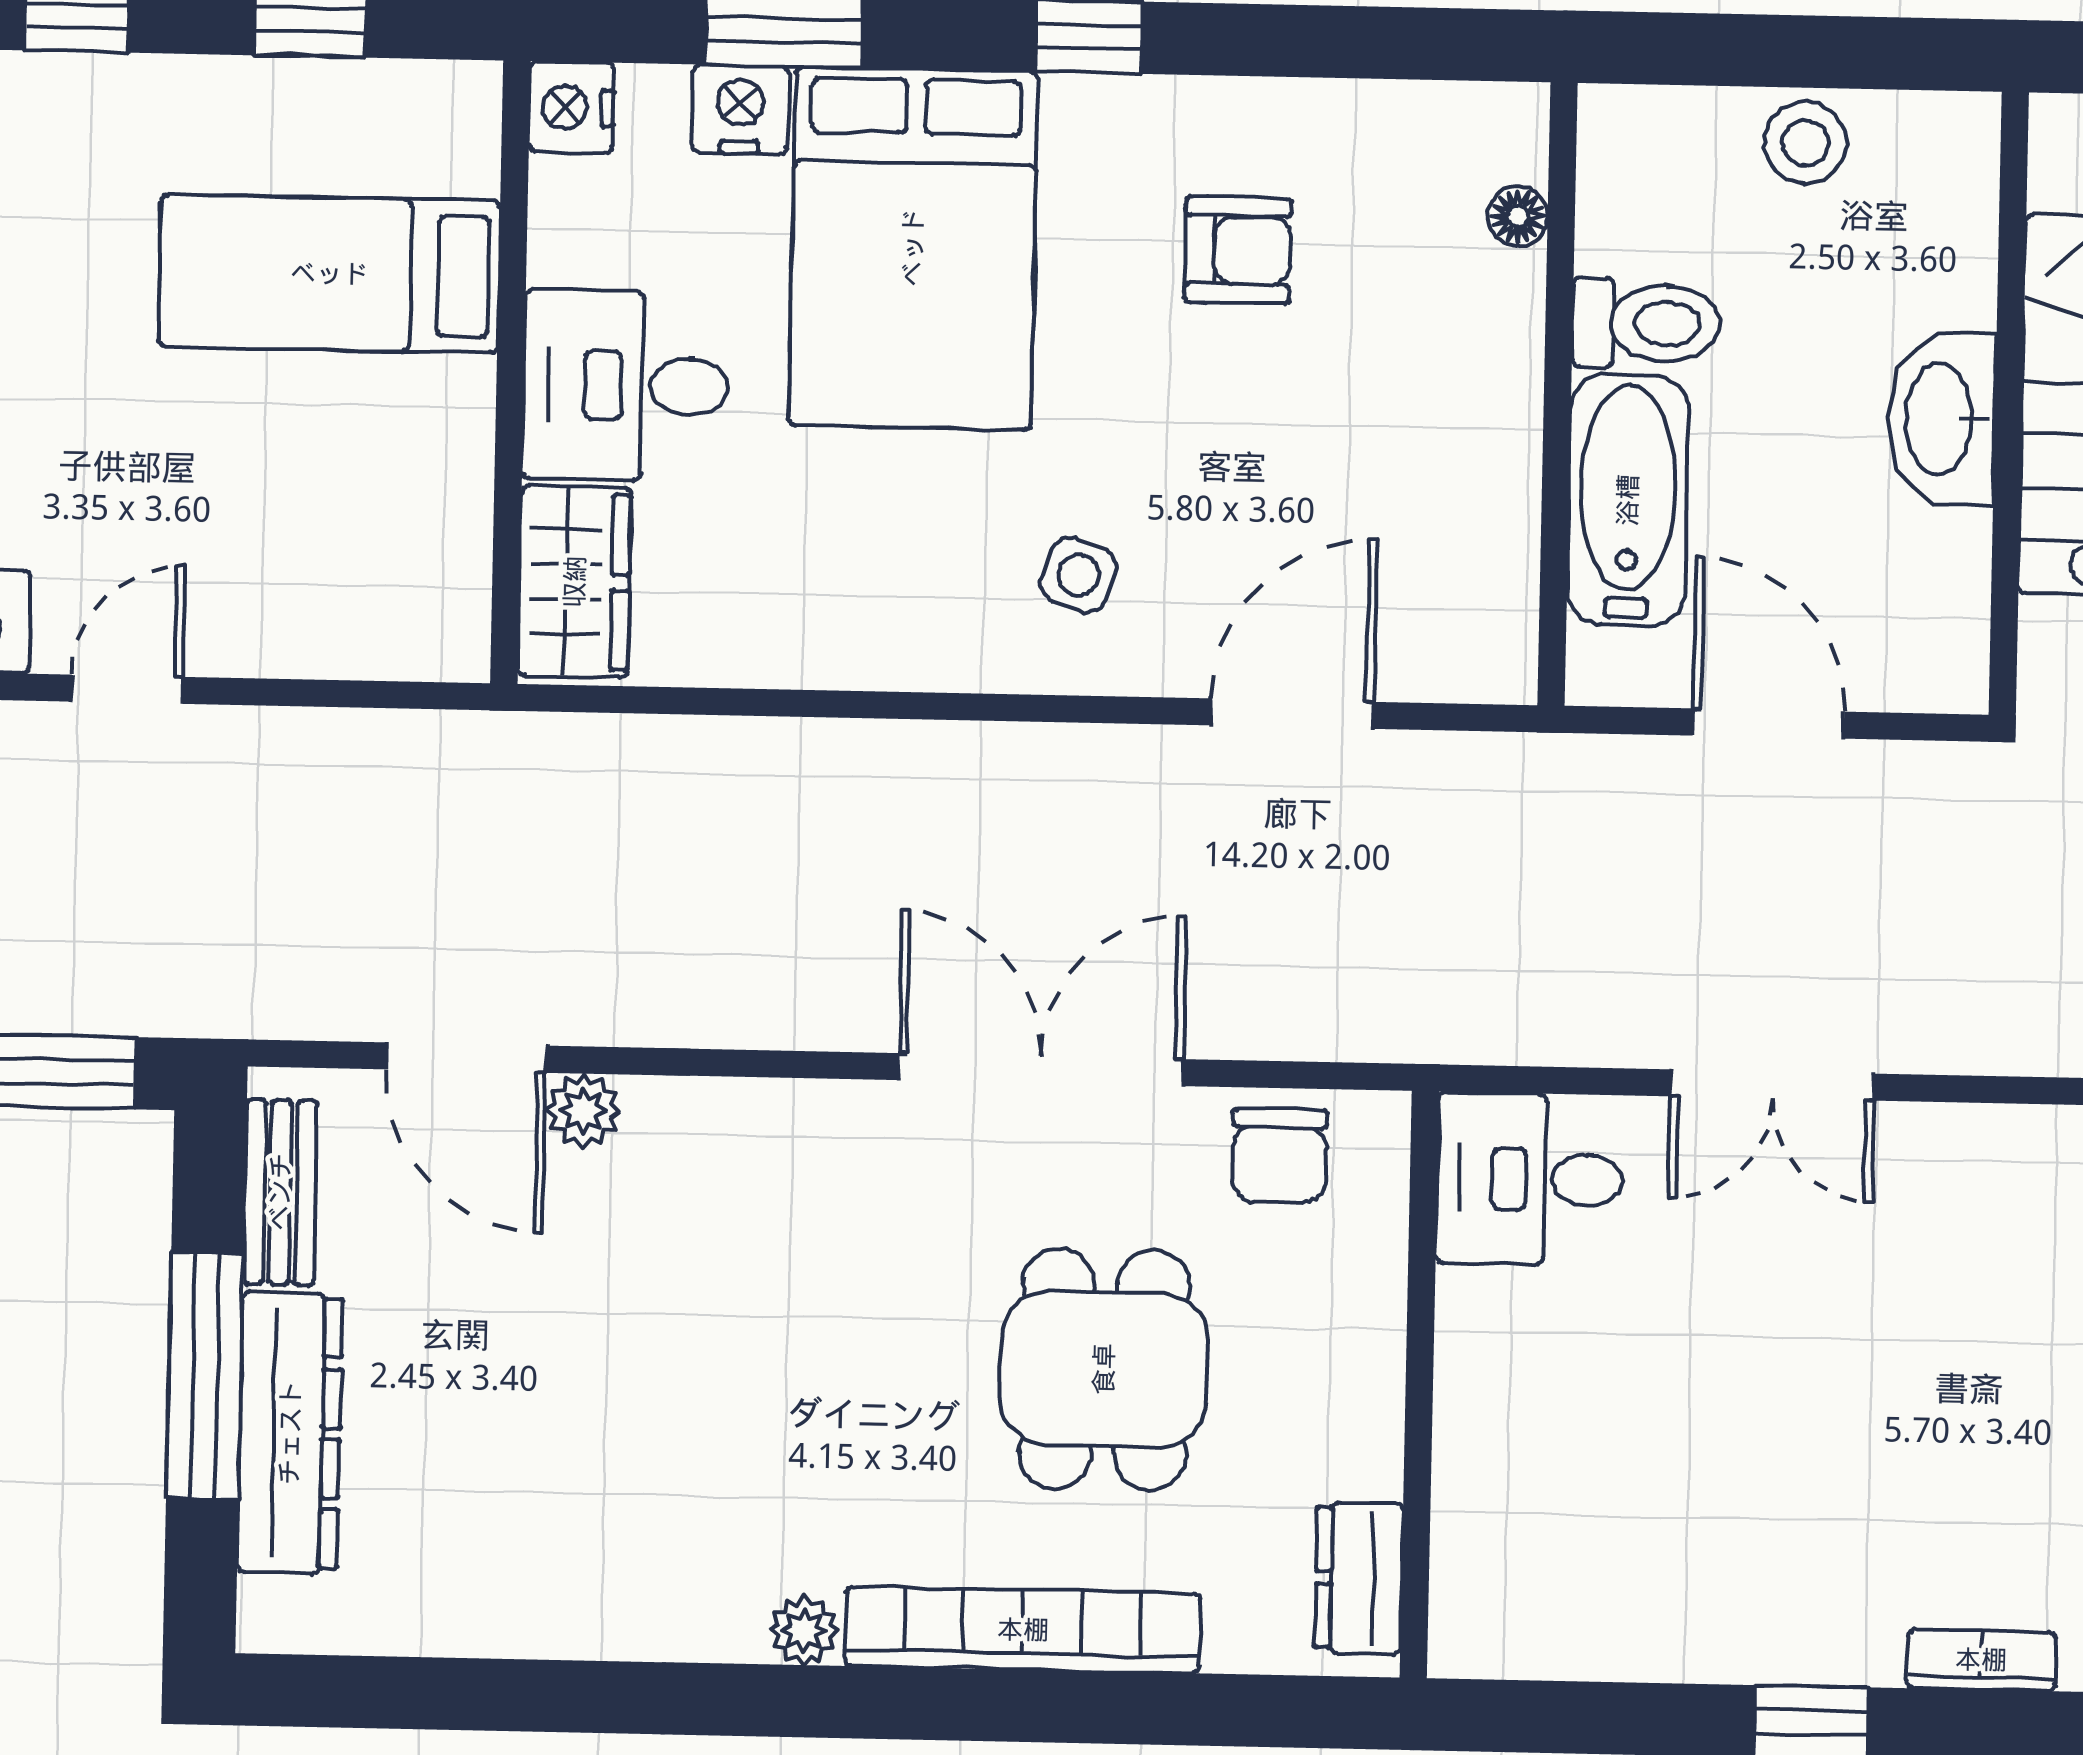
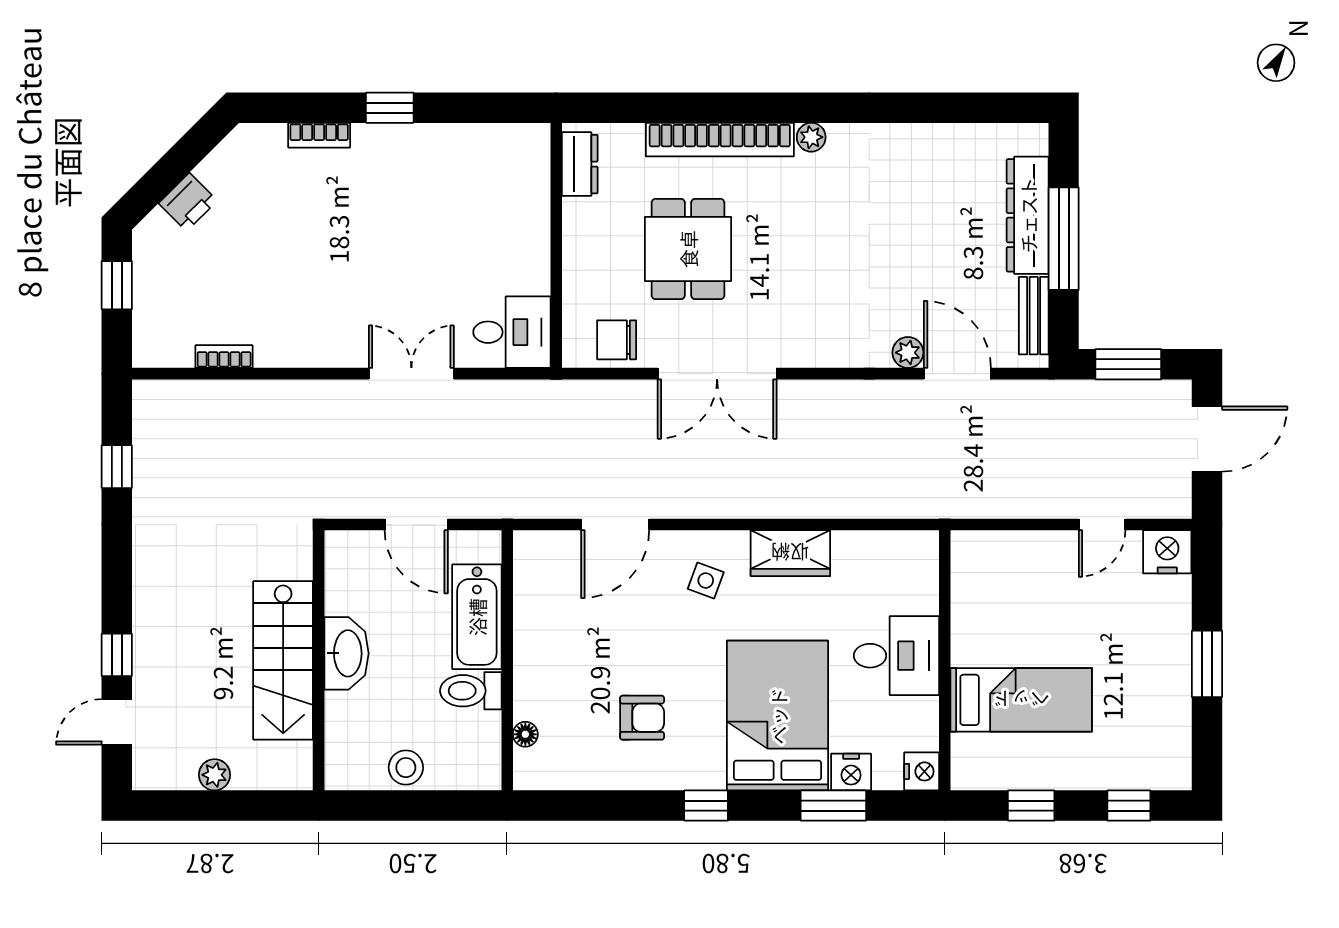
armchair: (1238, 250) -> (642, 718), turned 180
wardrobe: (575, 582) -> (790, 553), moved, turned -90
chair: (1280, 1156) -> (617, 340), turned -90

